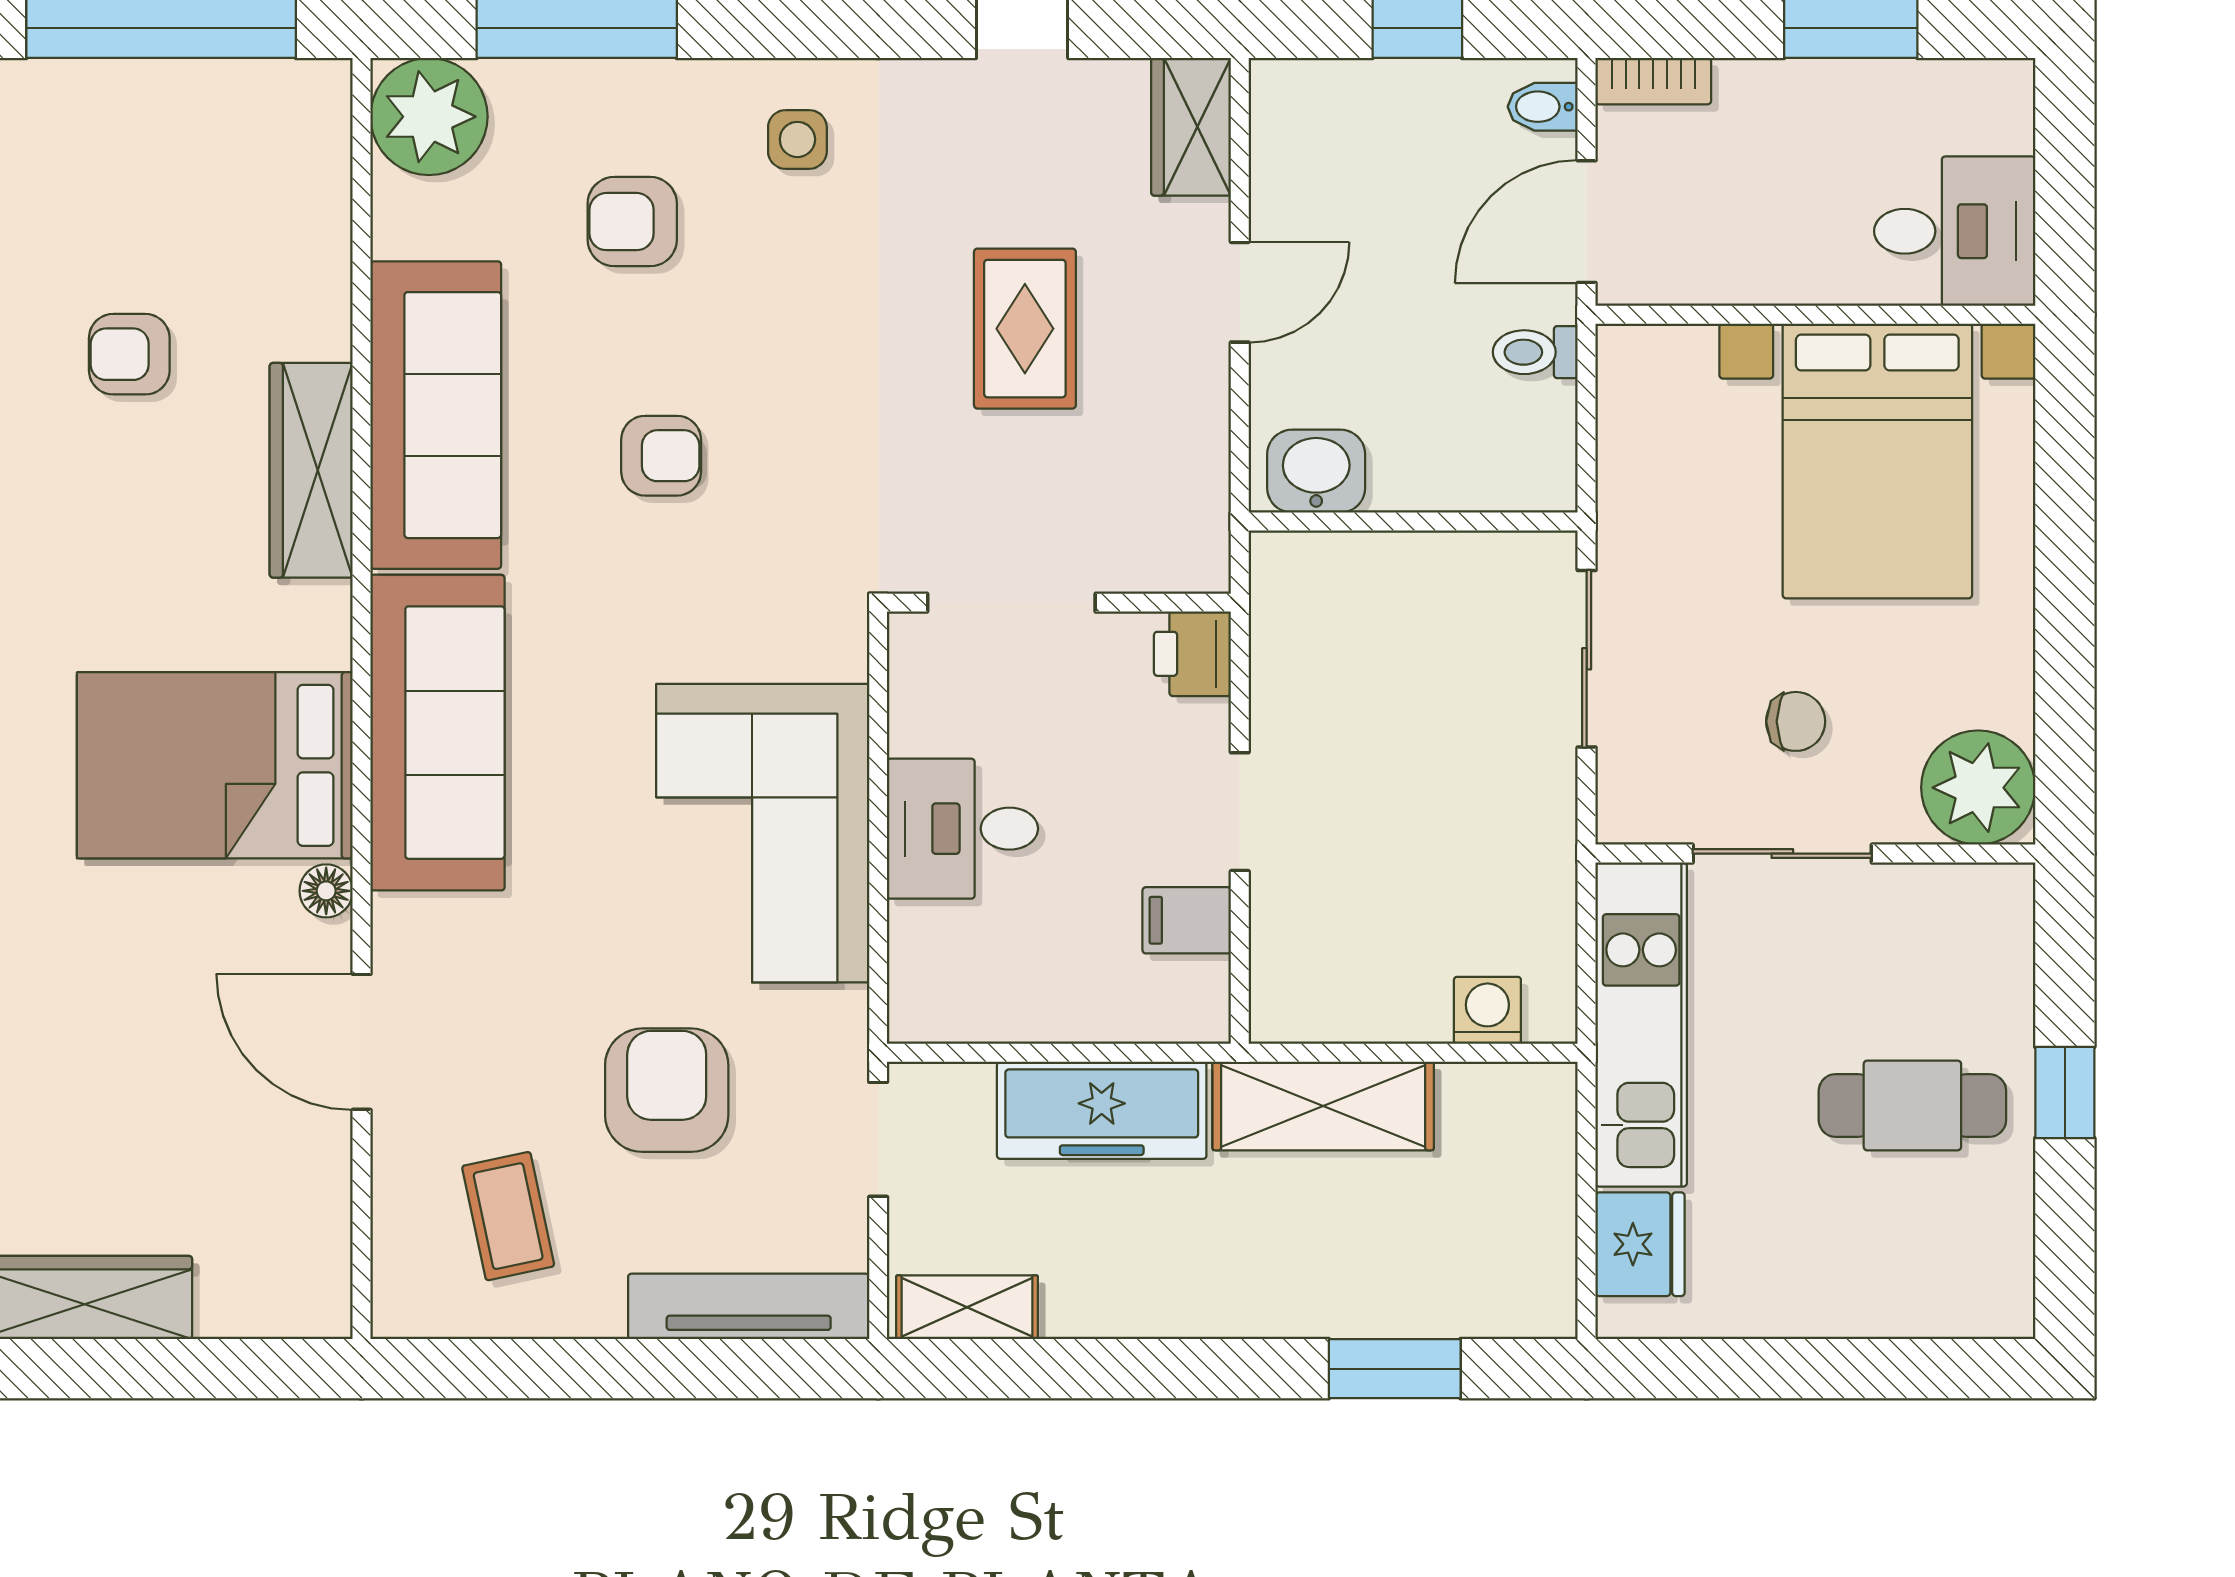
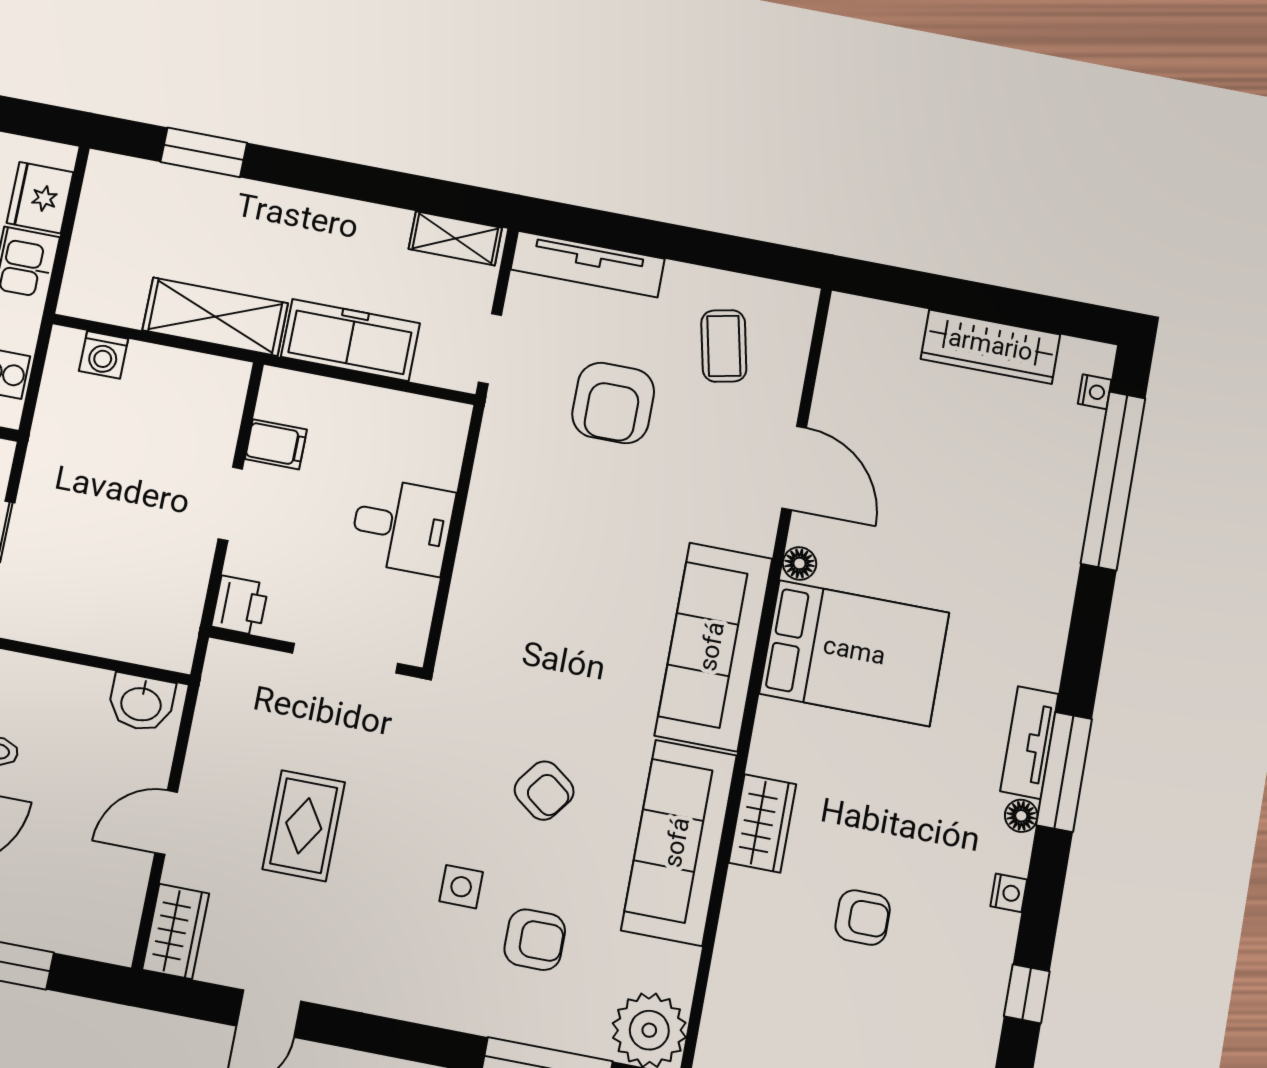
side table: (797, 139) -> (461, 887), moved
armchair: (661, 456) -> (544, 791), turned -143
wardrobe: (311, 470) -> (762, 823), width x0.67
corner sofa: (763, 833) -> (525, 547), removed

